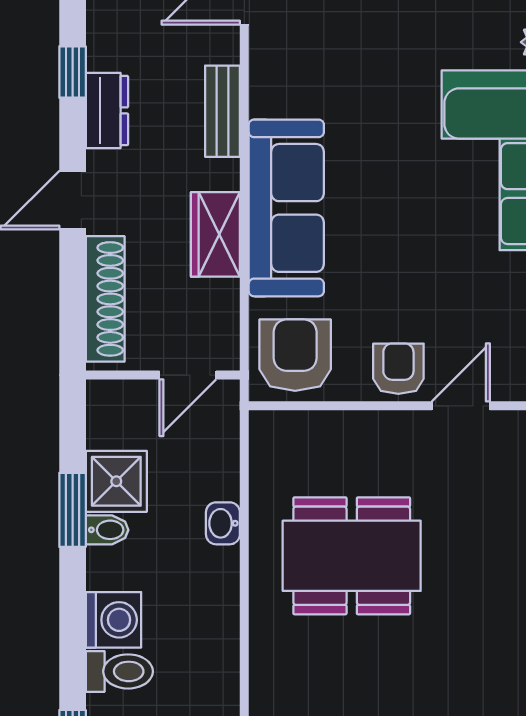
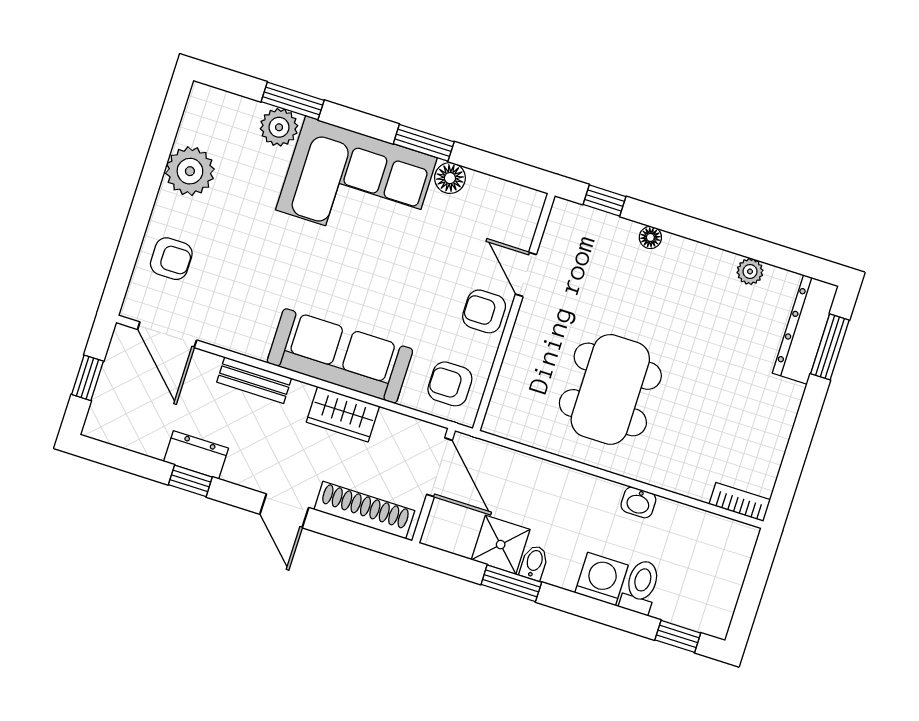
dresser: (107, 110) -> (196, 455), moved
armchair: (295, 355) -> (450, 384), width x0.72, depth x0.72
door: (188, 375) -> (439, 467), width x1.38
washbasin: (223, 523) -> (638, 502), moved

